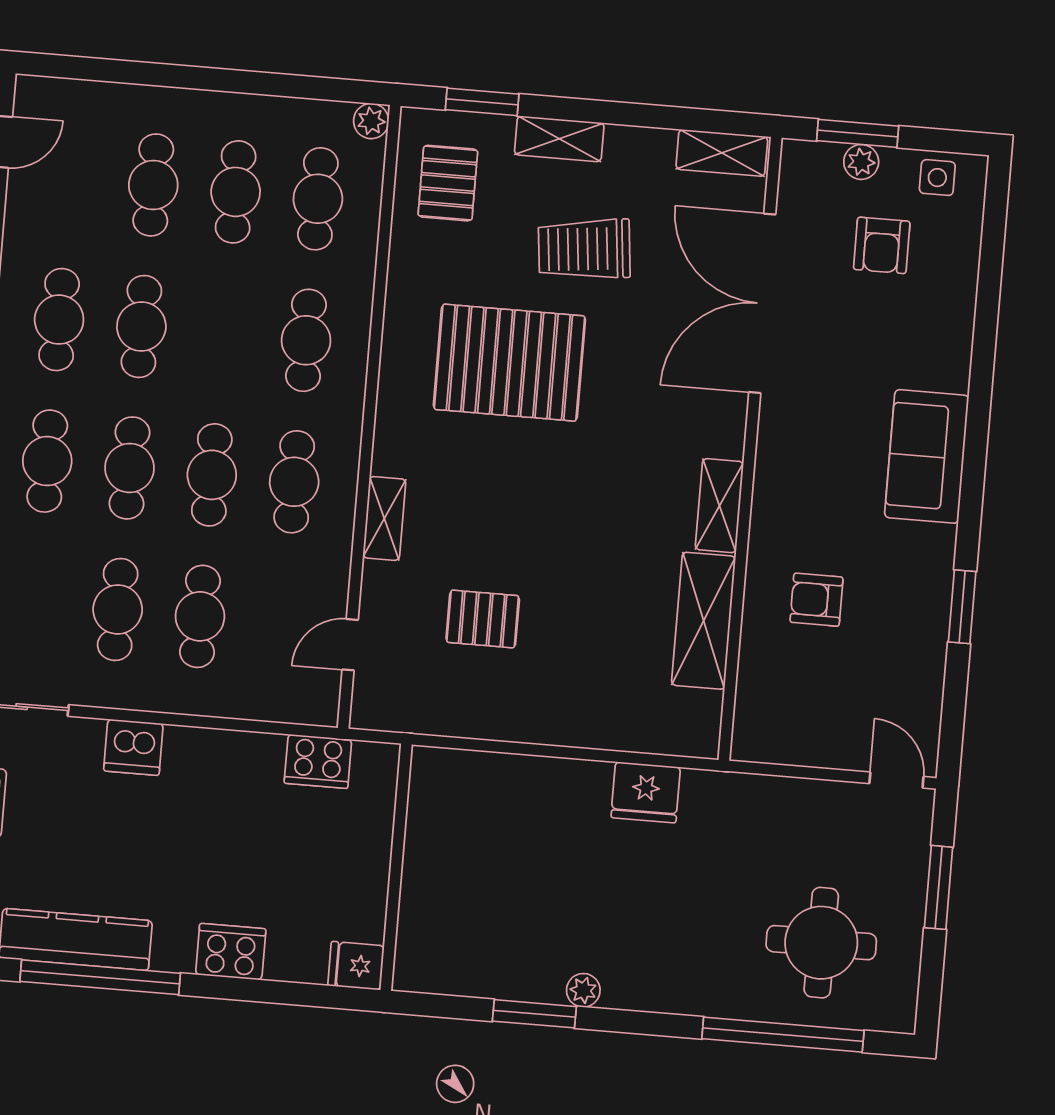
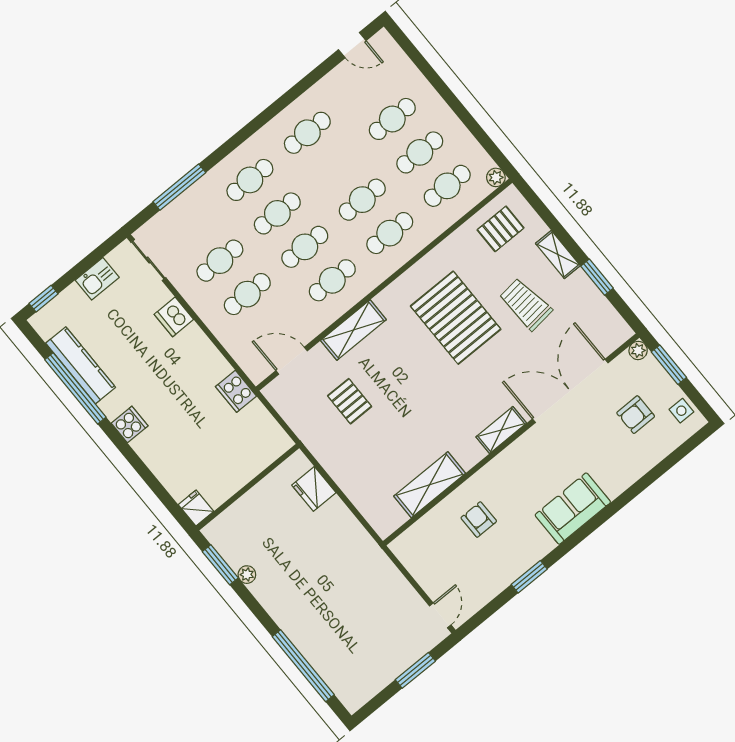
window: (482, 102) -> (597, 277), moved
shelving: (722, 153) -> (612, 321), removed
plant: (861, 162) -> (638, 350), moved
cafe table: (141, 326) -> (362, 200), moved
shelving: (719, 506) -> (501, 430), moved
shelving: (384, 518) -> (353, 330), width x1.50, depth x1.33
door: (350, 645) -> (292, 361), width x1.38
fridge: (646, 792) -> (314, 489), moved
wall: (396, 867) -> (248, 487), moved
round table: (821, 943) -> (352, 646), removed
cooker: (231, 952) -> (130, 424), width x0.73
fridge: (356, 966) -> (196, 508), moved

